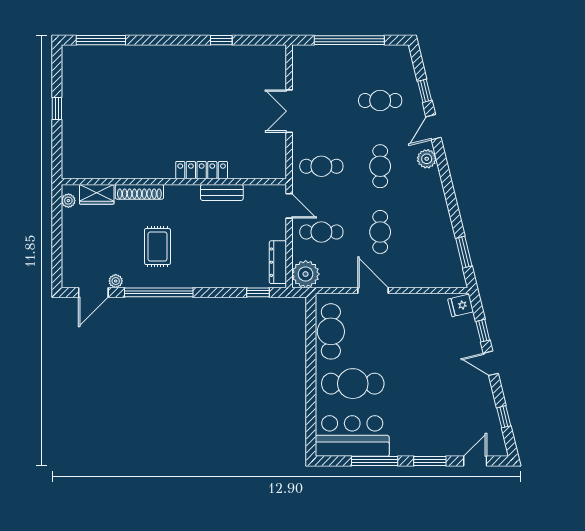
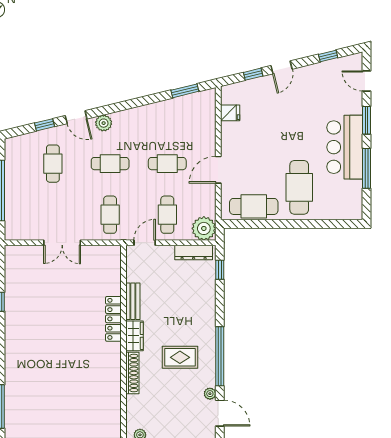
wardrobe: (97, 194) -> (135, 336), moved
fridge: (461, 305) -> (230, 113), moved, turned -76
bar counter: (352, 436) -> (345, 147), moved

